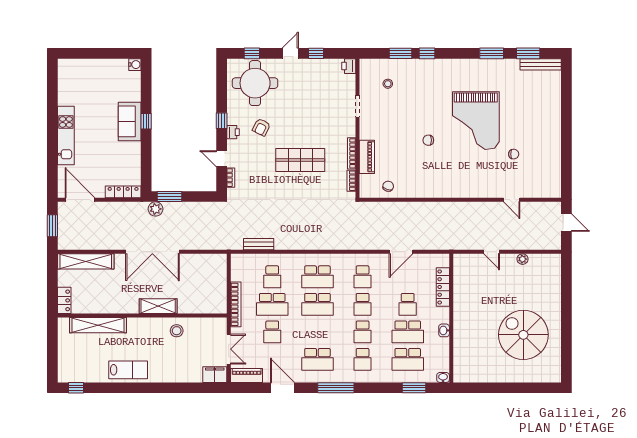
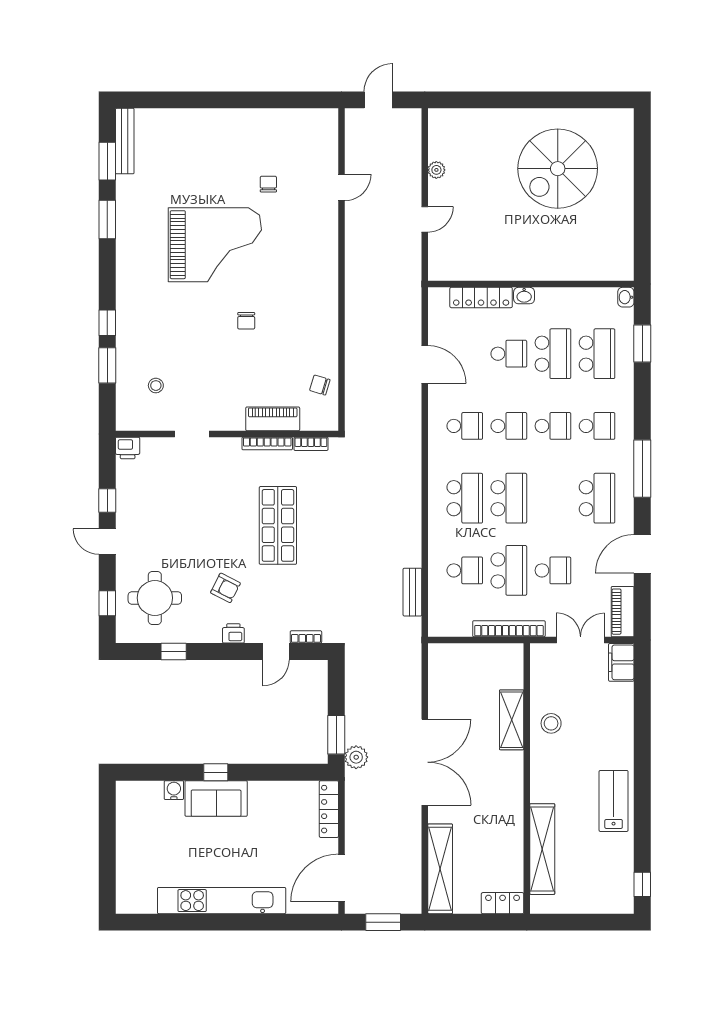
water cooler: (135, 65) -> (174, 790), moved
round table: (255, 83) -> (155, 598), width x0.73, depth x0.73
window: (222, 121) -> (174, 651), moved
kitchen unit: (66, 135) -> (222, 901), width x1.36
shelving: (158, 306) -> (512, 720), moved
washbasin: (444, 330) -> (524, 296), moved

